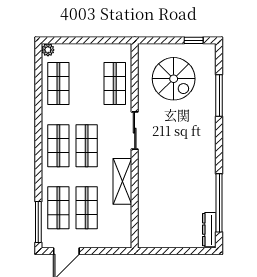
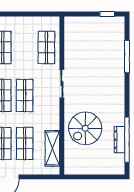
spiral stairs: (174, 79) -> (85, 128), moved, turned 90
shelving: (122, 181) -> (52, 148), moved
dresser: (209, 230) -> (119, 140), moved

